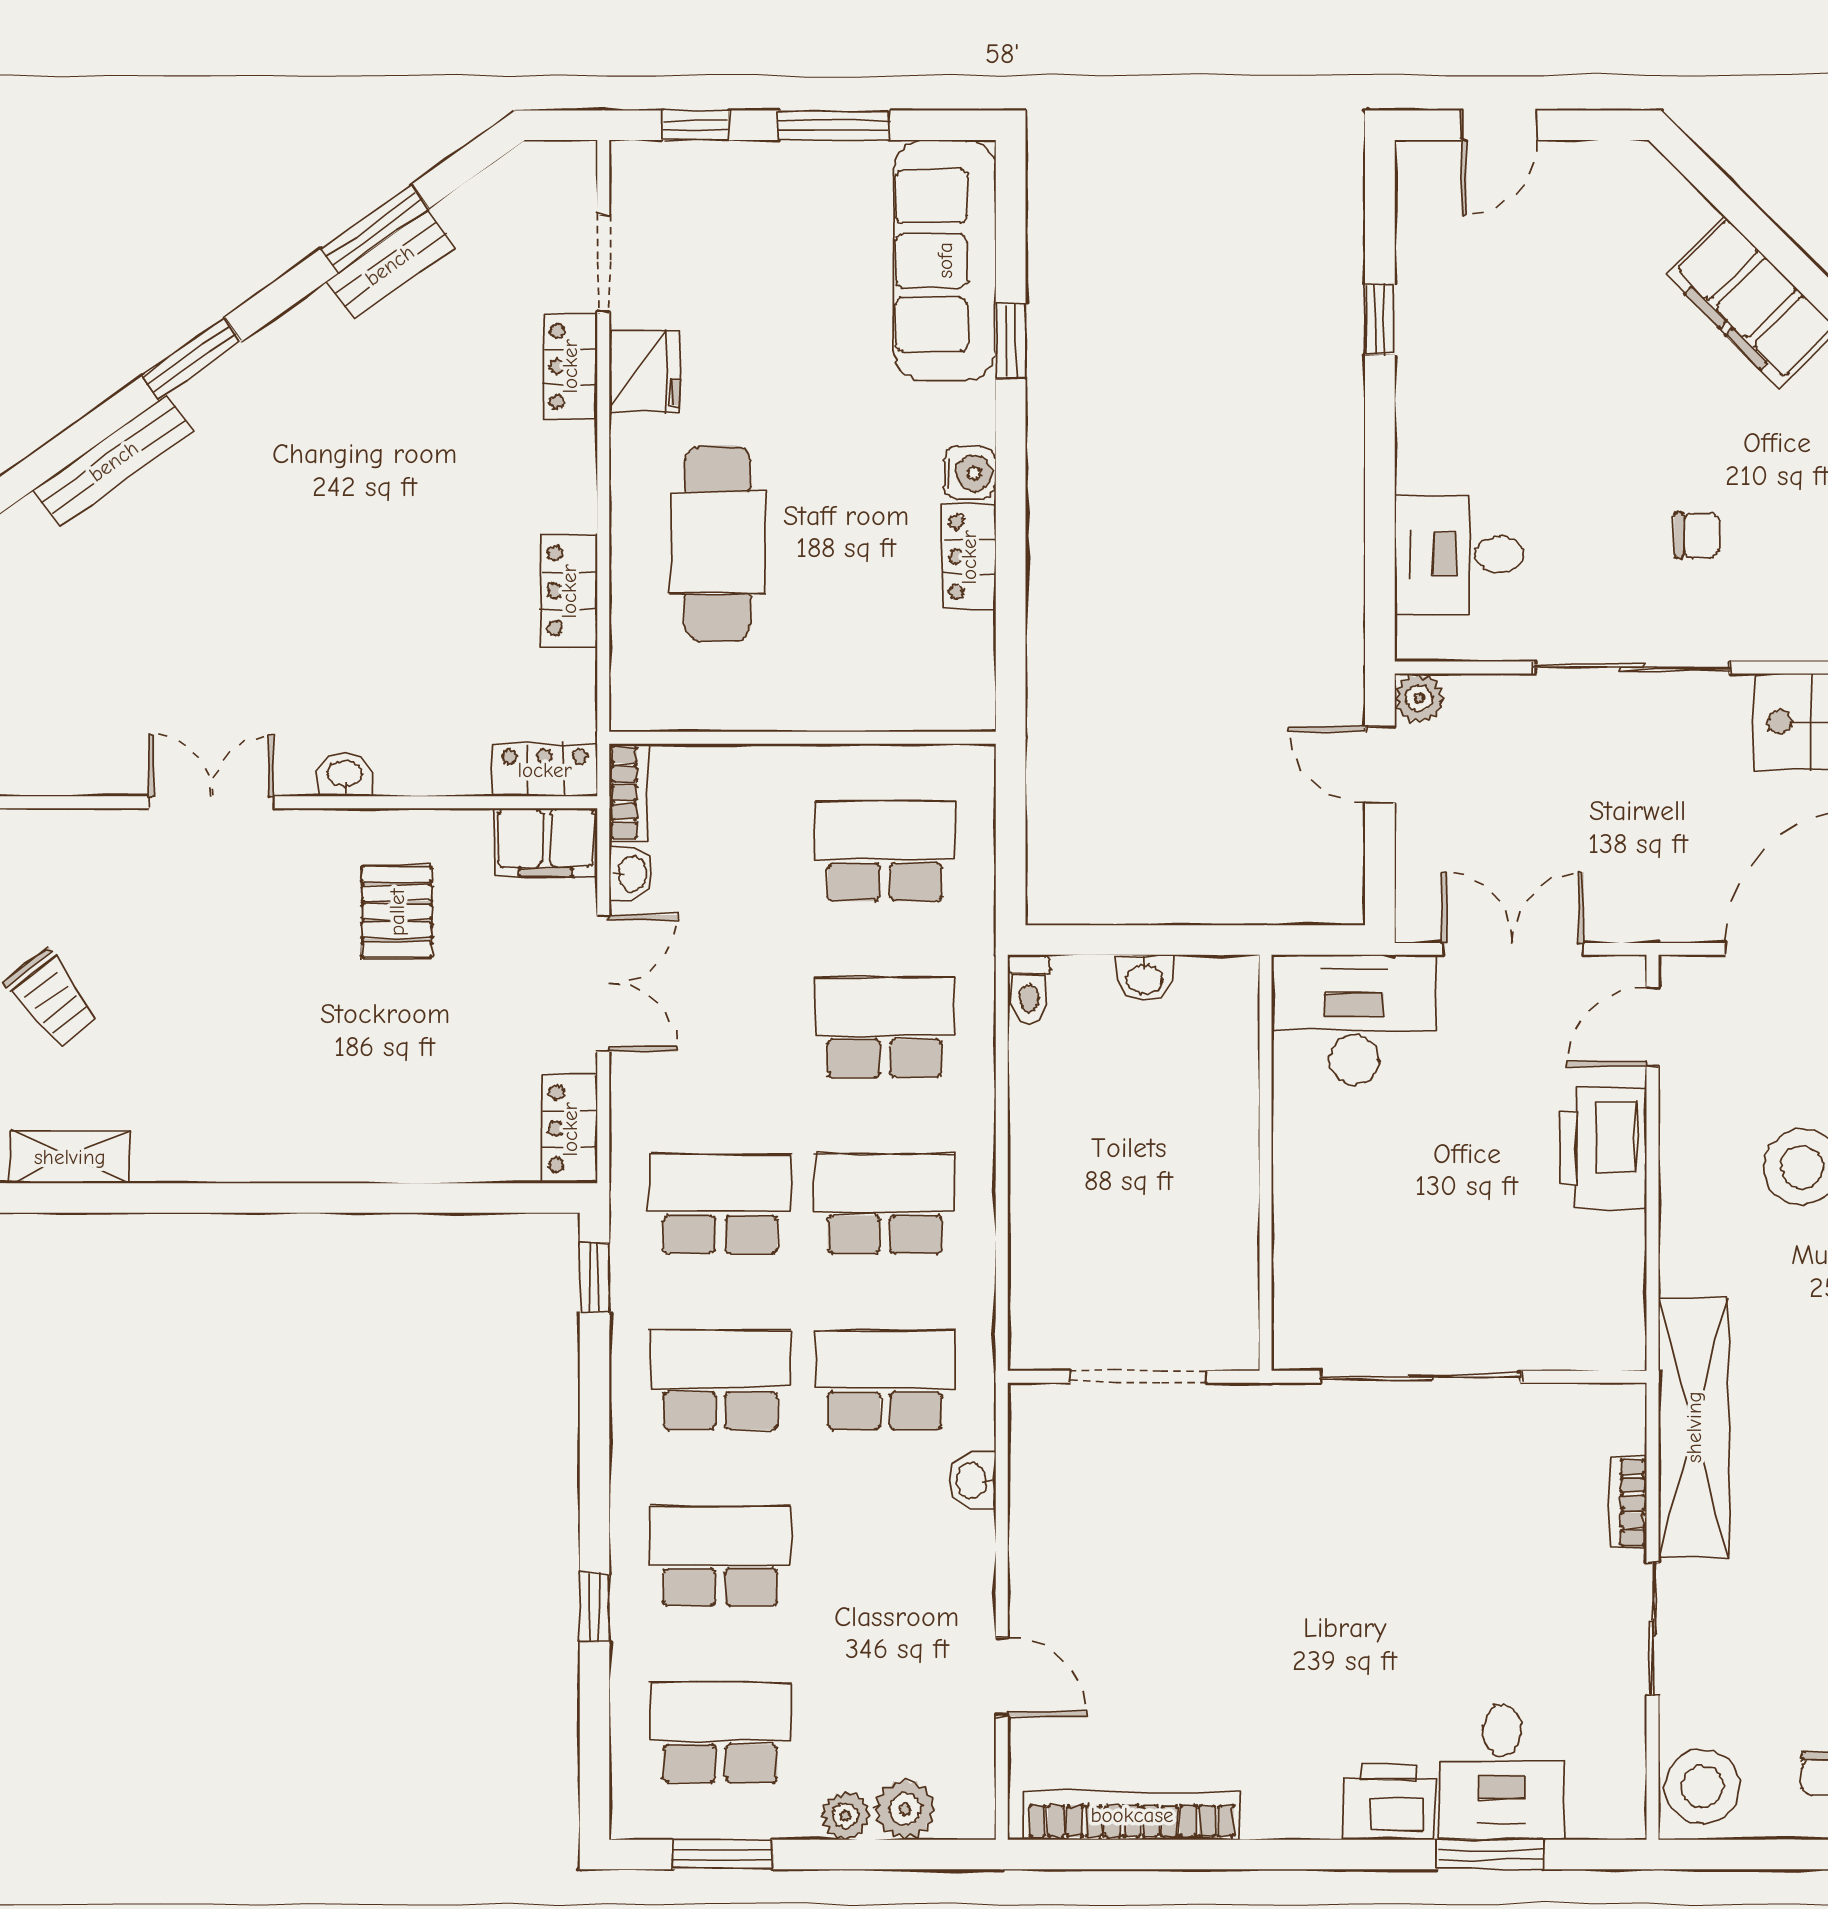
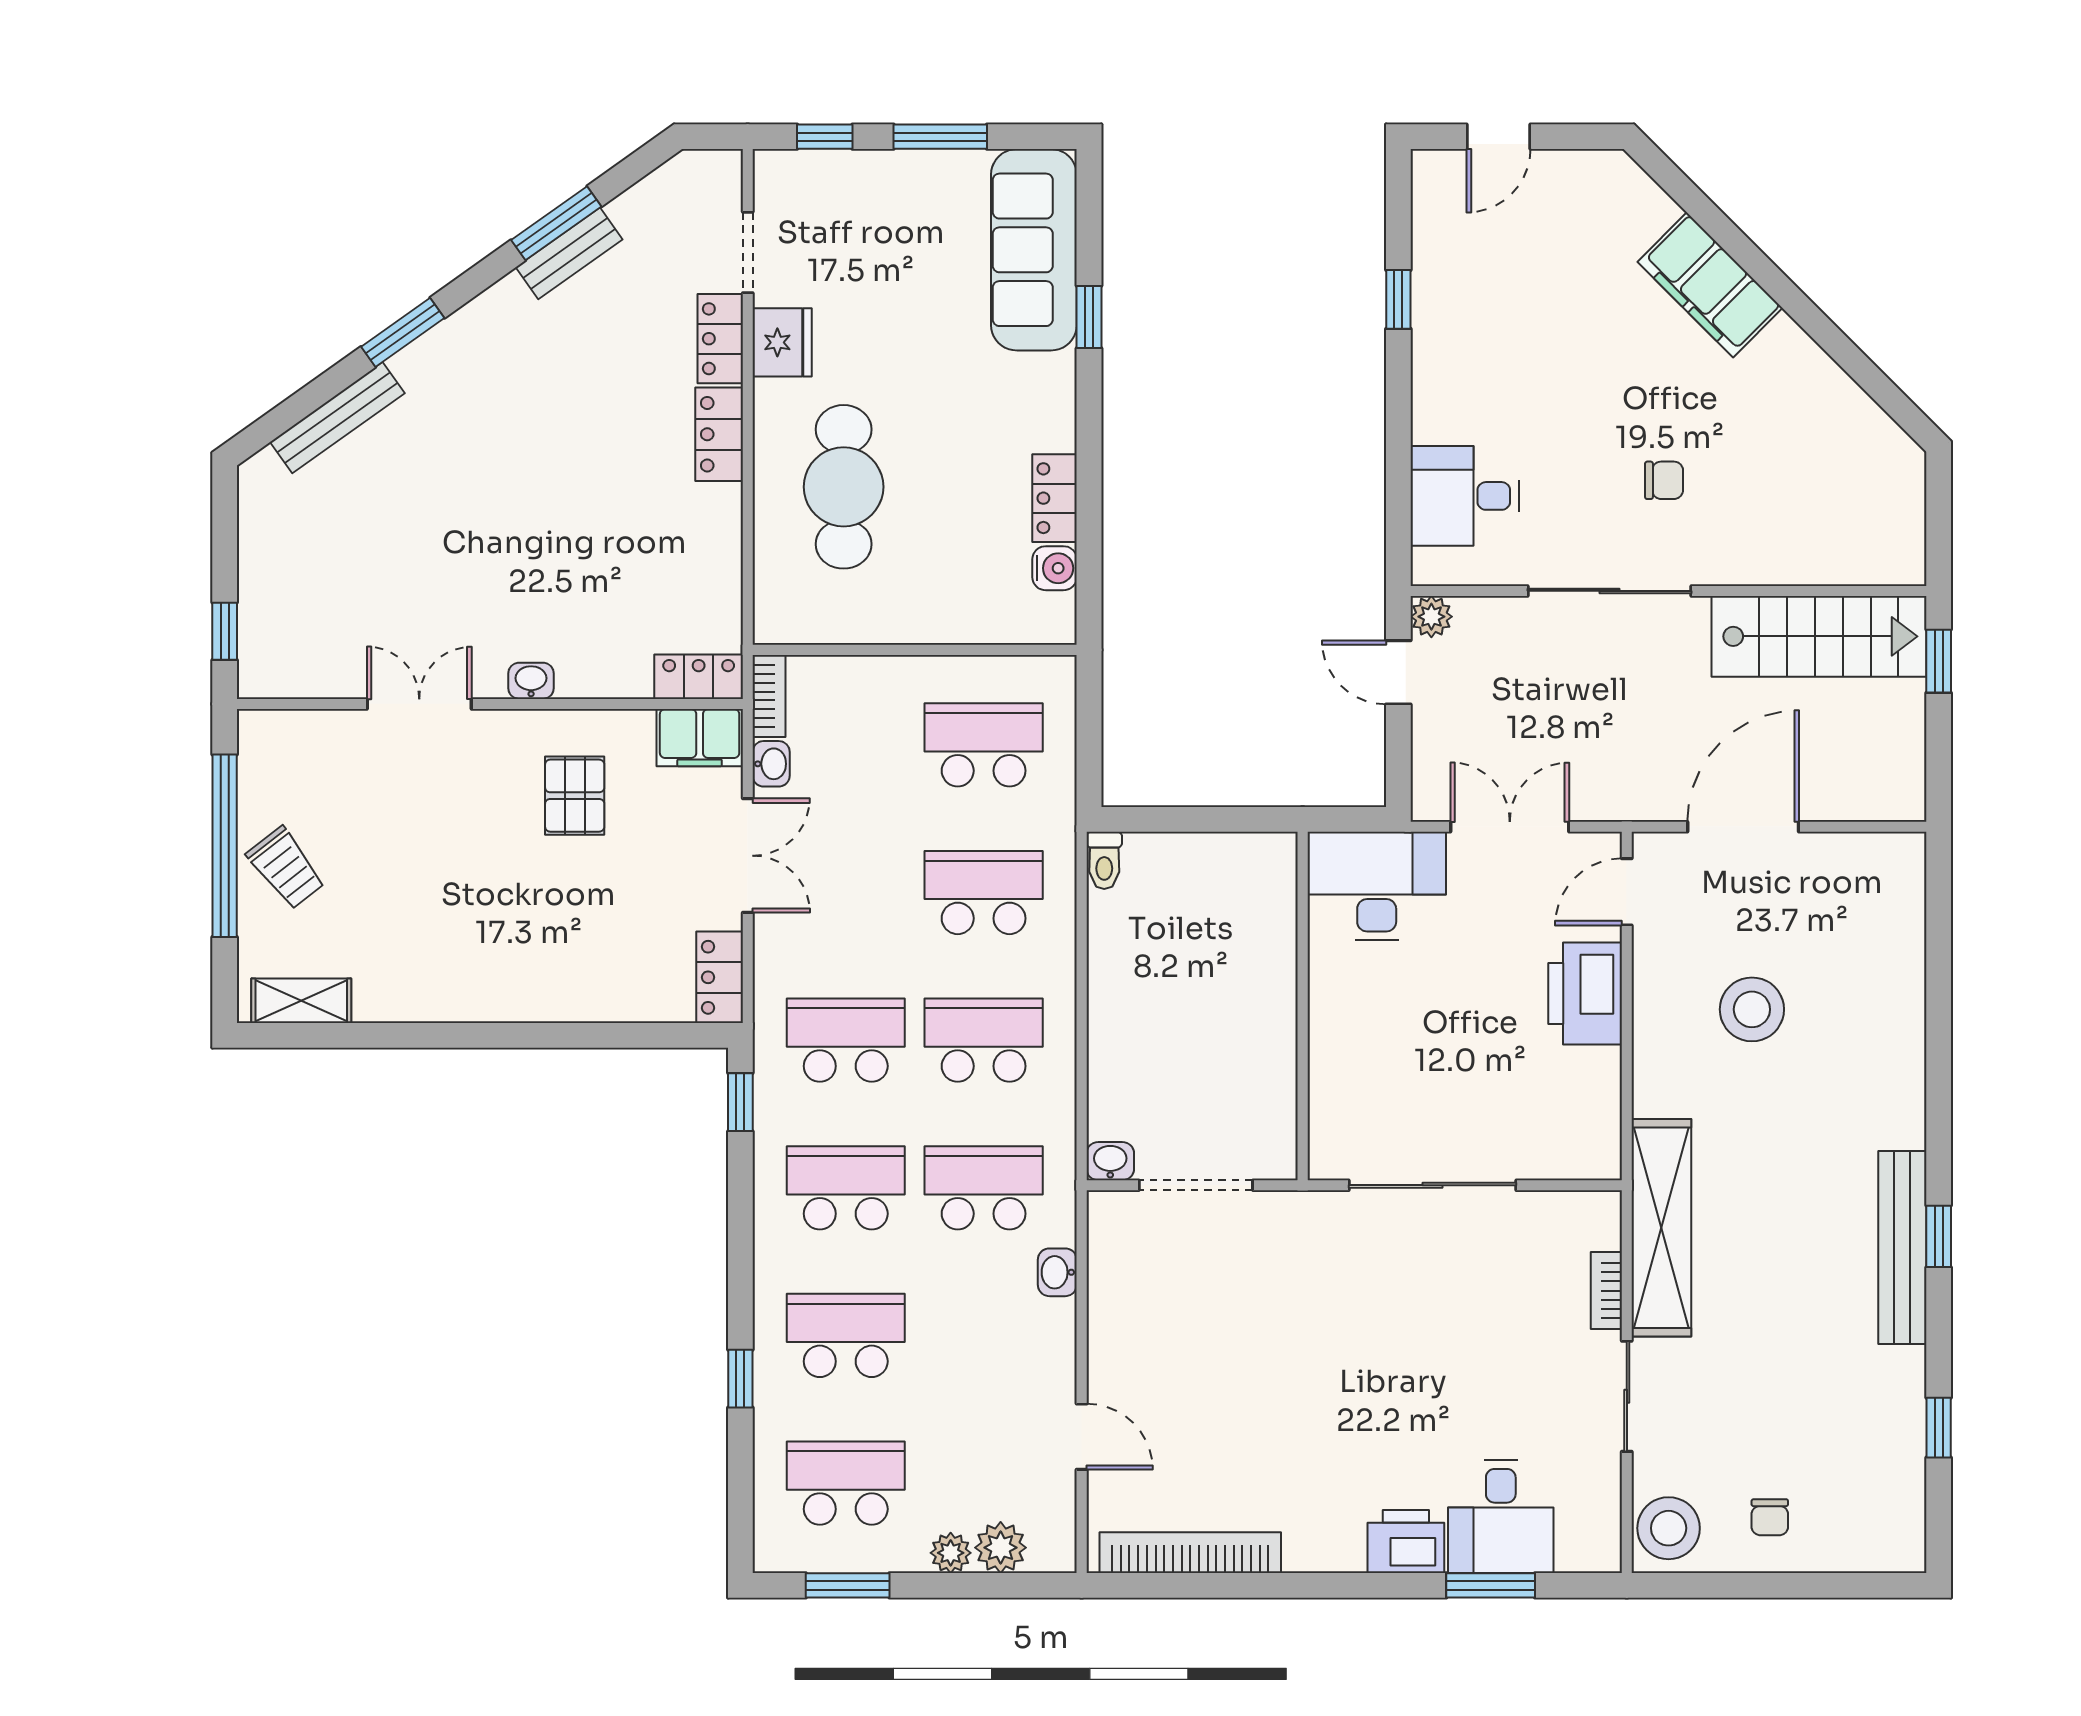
water cooler: (970, 473) -> (1055, 568), moved
locker: (569, 591) -> (719, 434), moved
washbasin: (1144, 978) -> (1110, 1161), moved, turned 180

